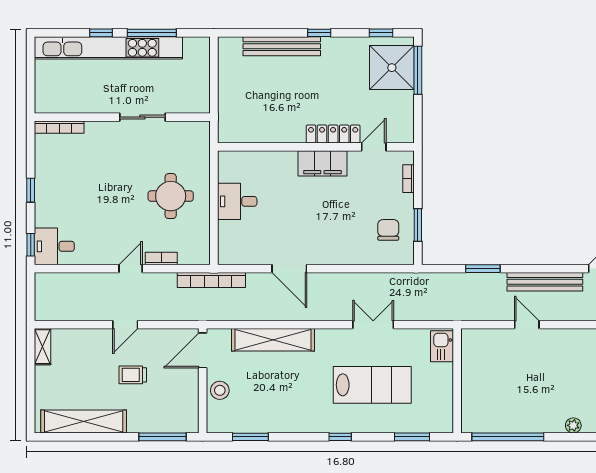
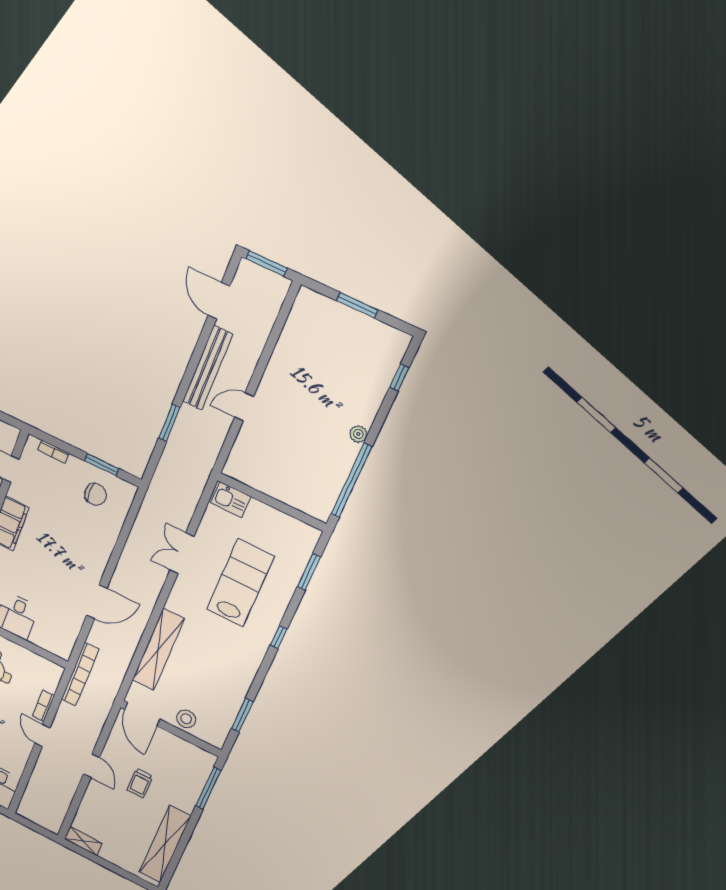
chair: (388, 230) -> (95, 494), turned 180
plant: (573, 425) -> (358, 434), moved

